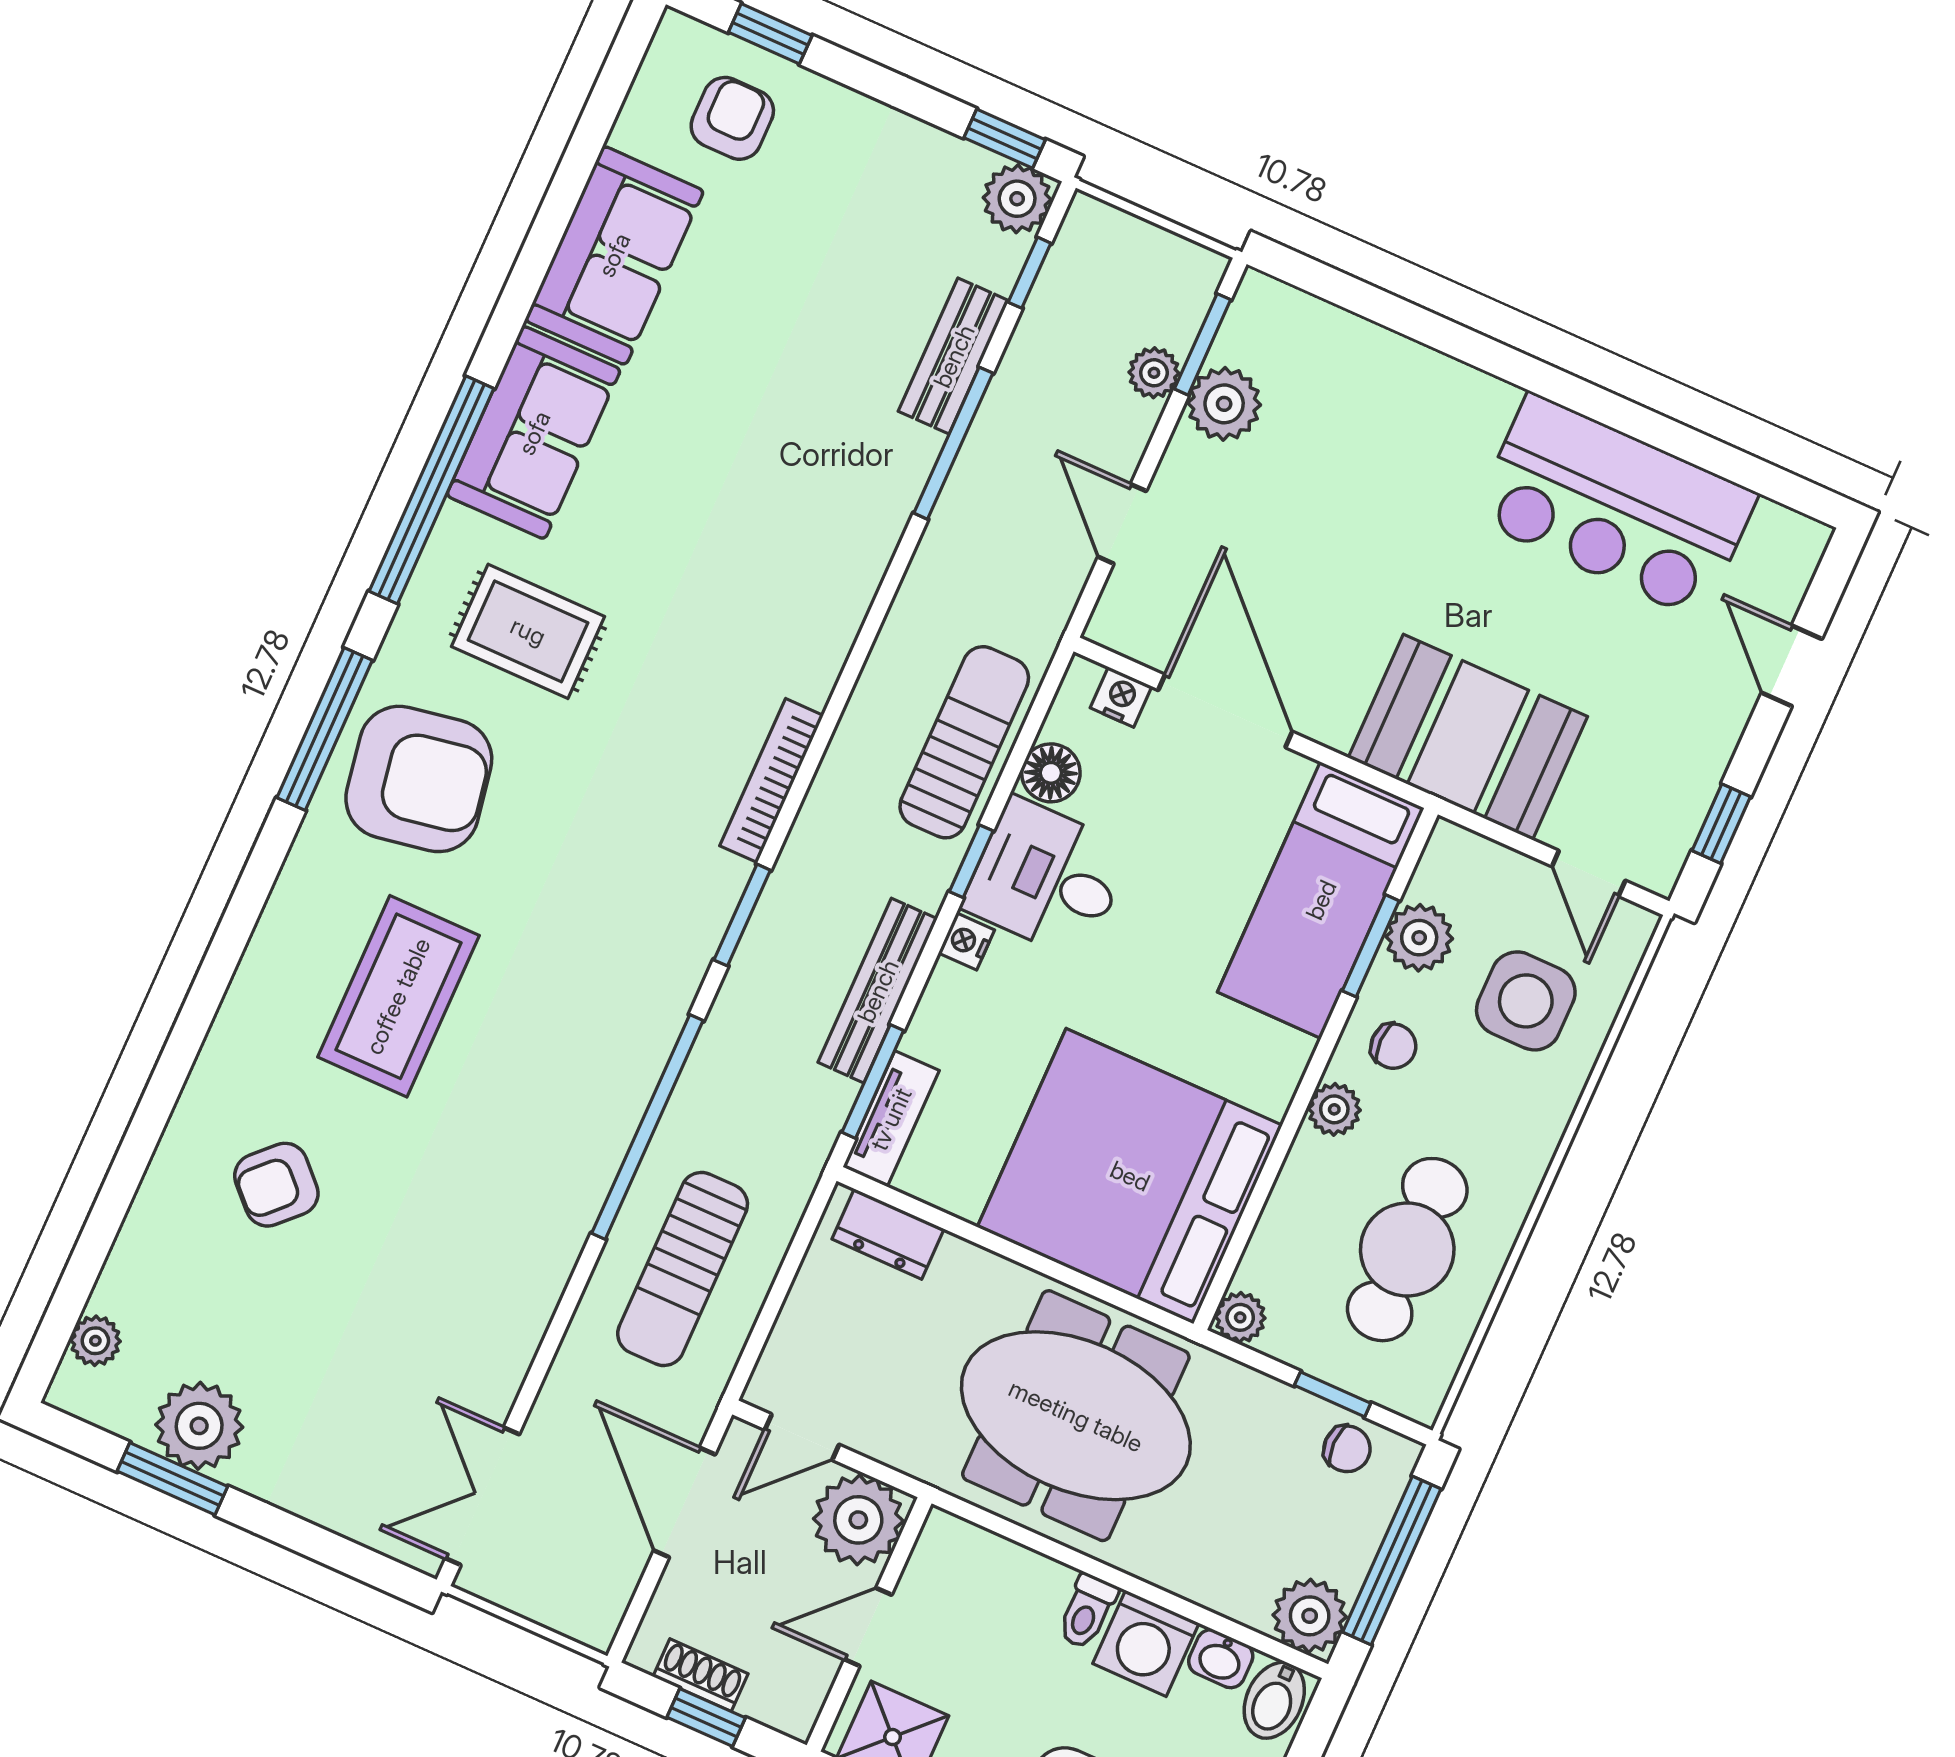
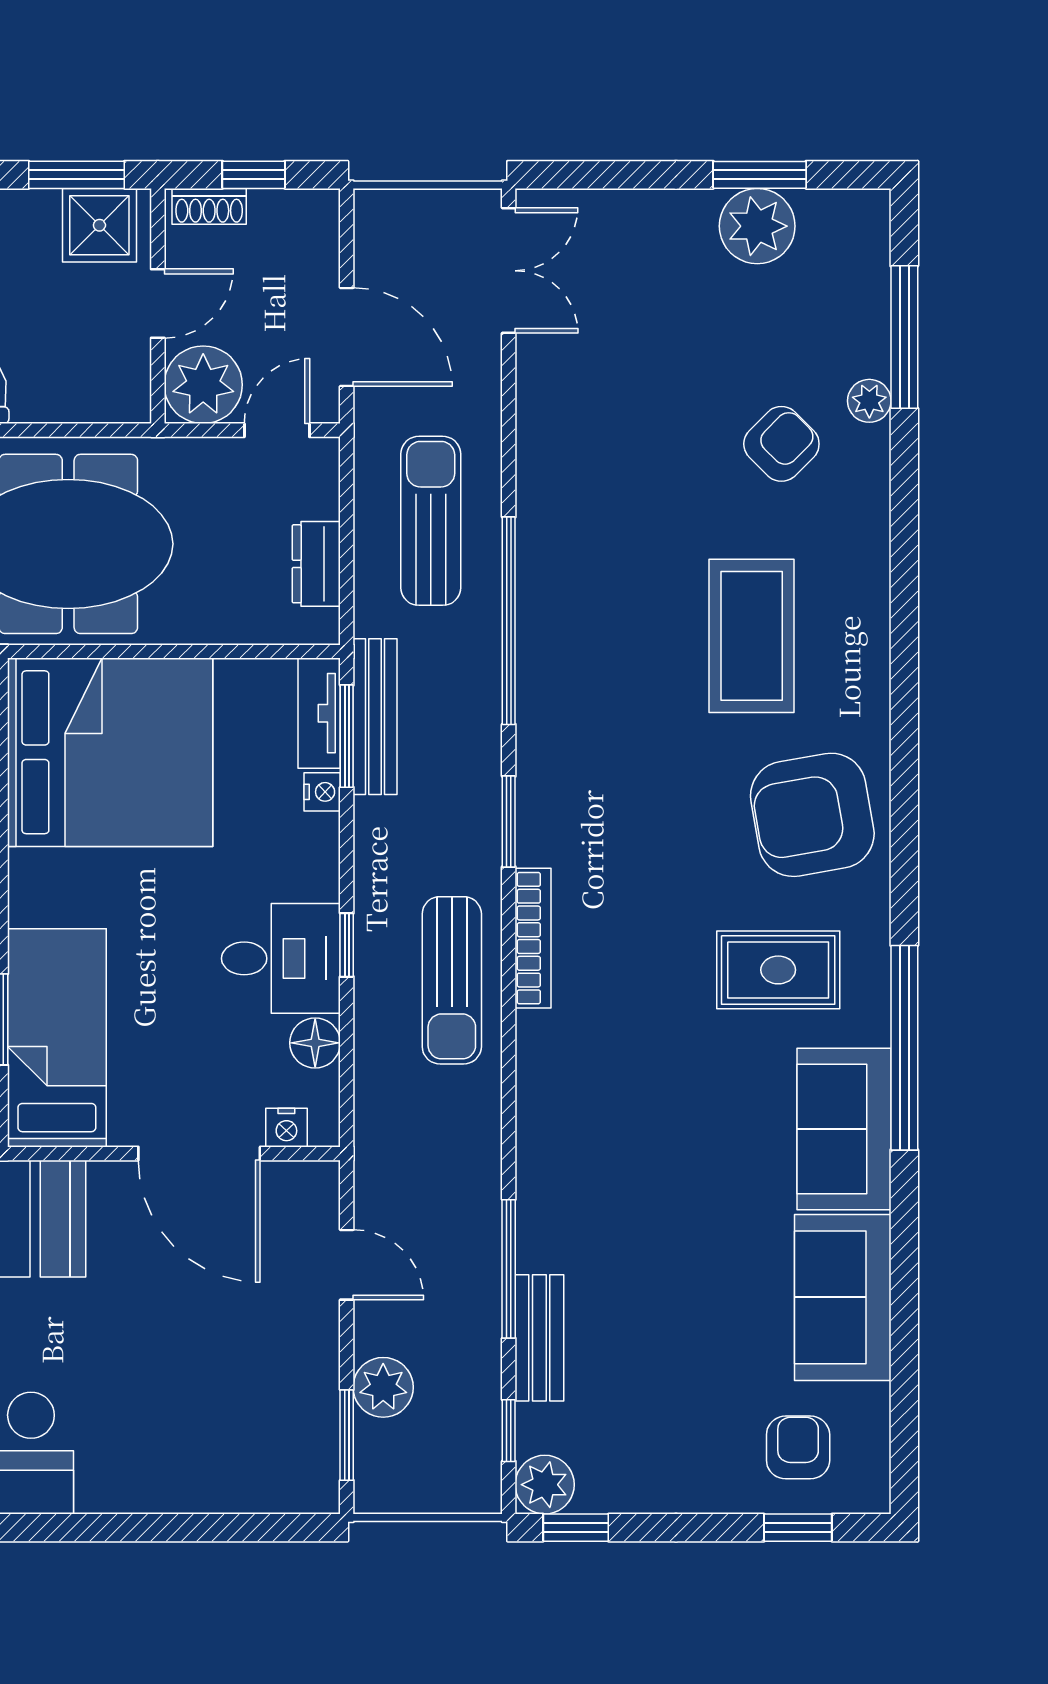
armchair: (732, 118) -> (798, 1447), turned 180
plant: (1154, 373) -> (383, 1387), width x1.38, depth x1.38
plant: (1224, 404) -> (309, 1396), removed
window: (325, 729) -> (904, 337), moved
sun lounger: (964, 742) -> (452, 980), moved
nightstand: (966, 941) -> (322, 792), moved
bench: (878, 991) -> (375, 717), moved
dresser: (888, 1234) -> (316, 564), moved, turned -90
plant: (95, 1341) -> (869, 401), moved
shoe rack: (700, 1675) -> (209, 206), moved

